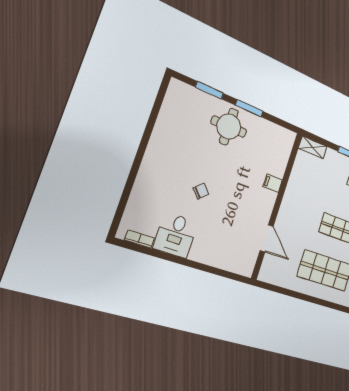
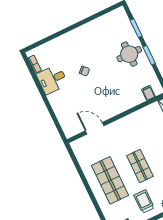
filing cabinet: (273, 183) -> (148, 93), moved
door: (267, 238) -> (95, 128), swing flipped

